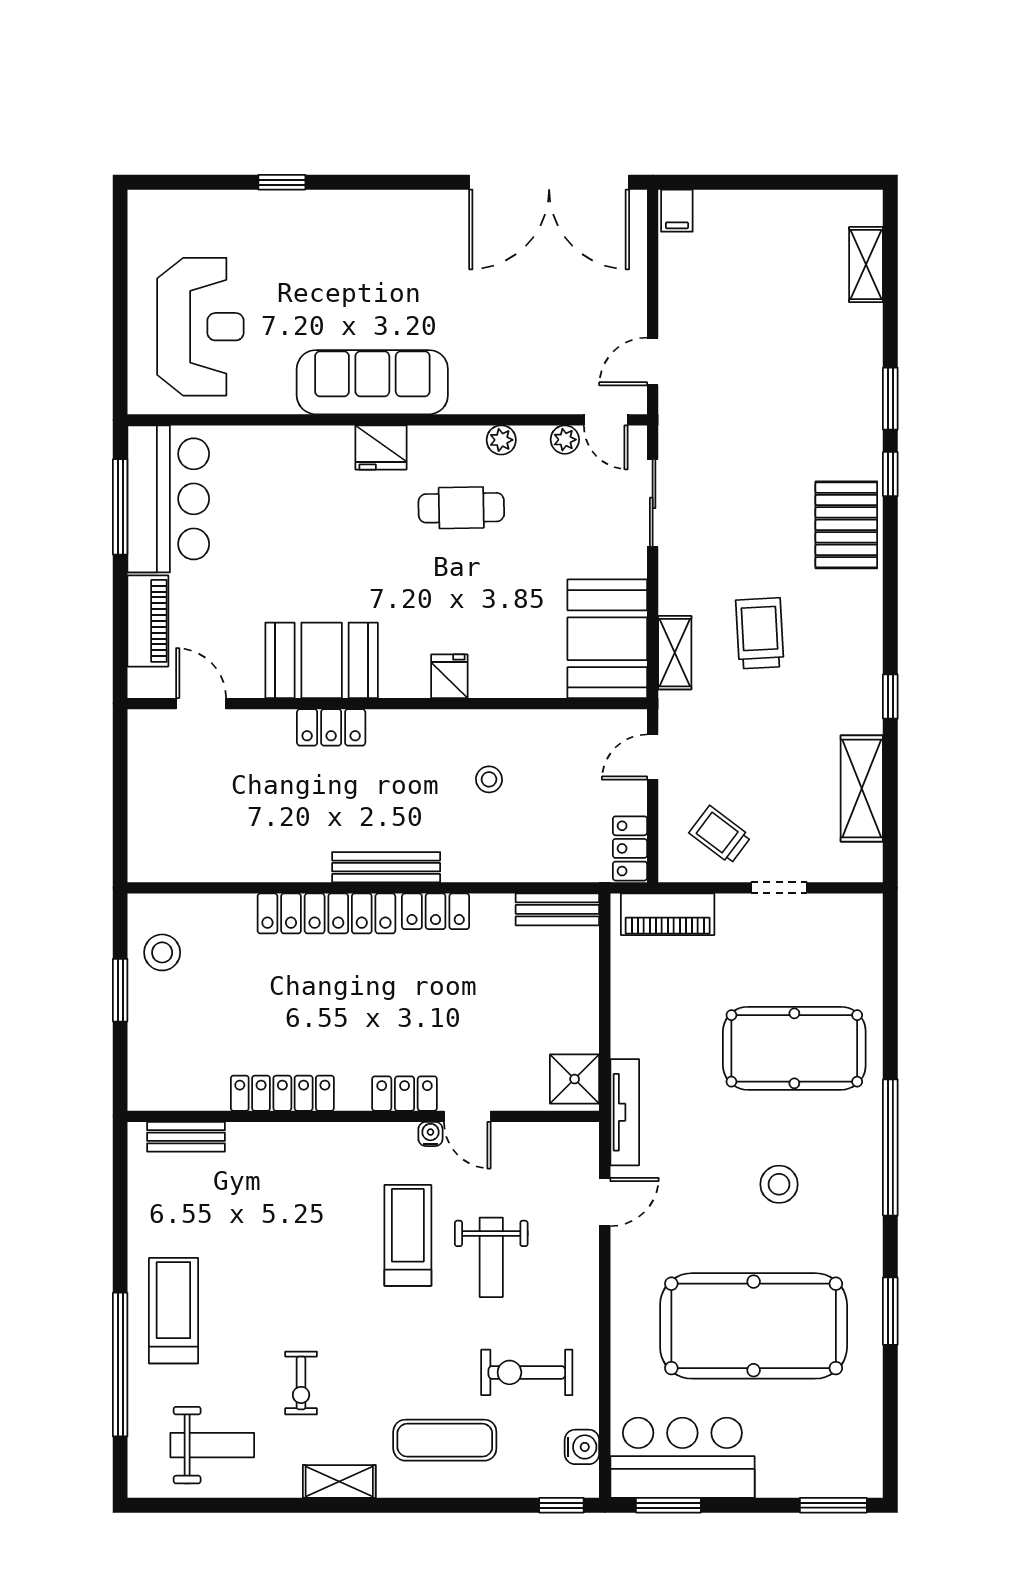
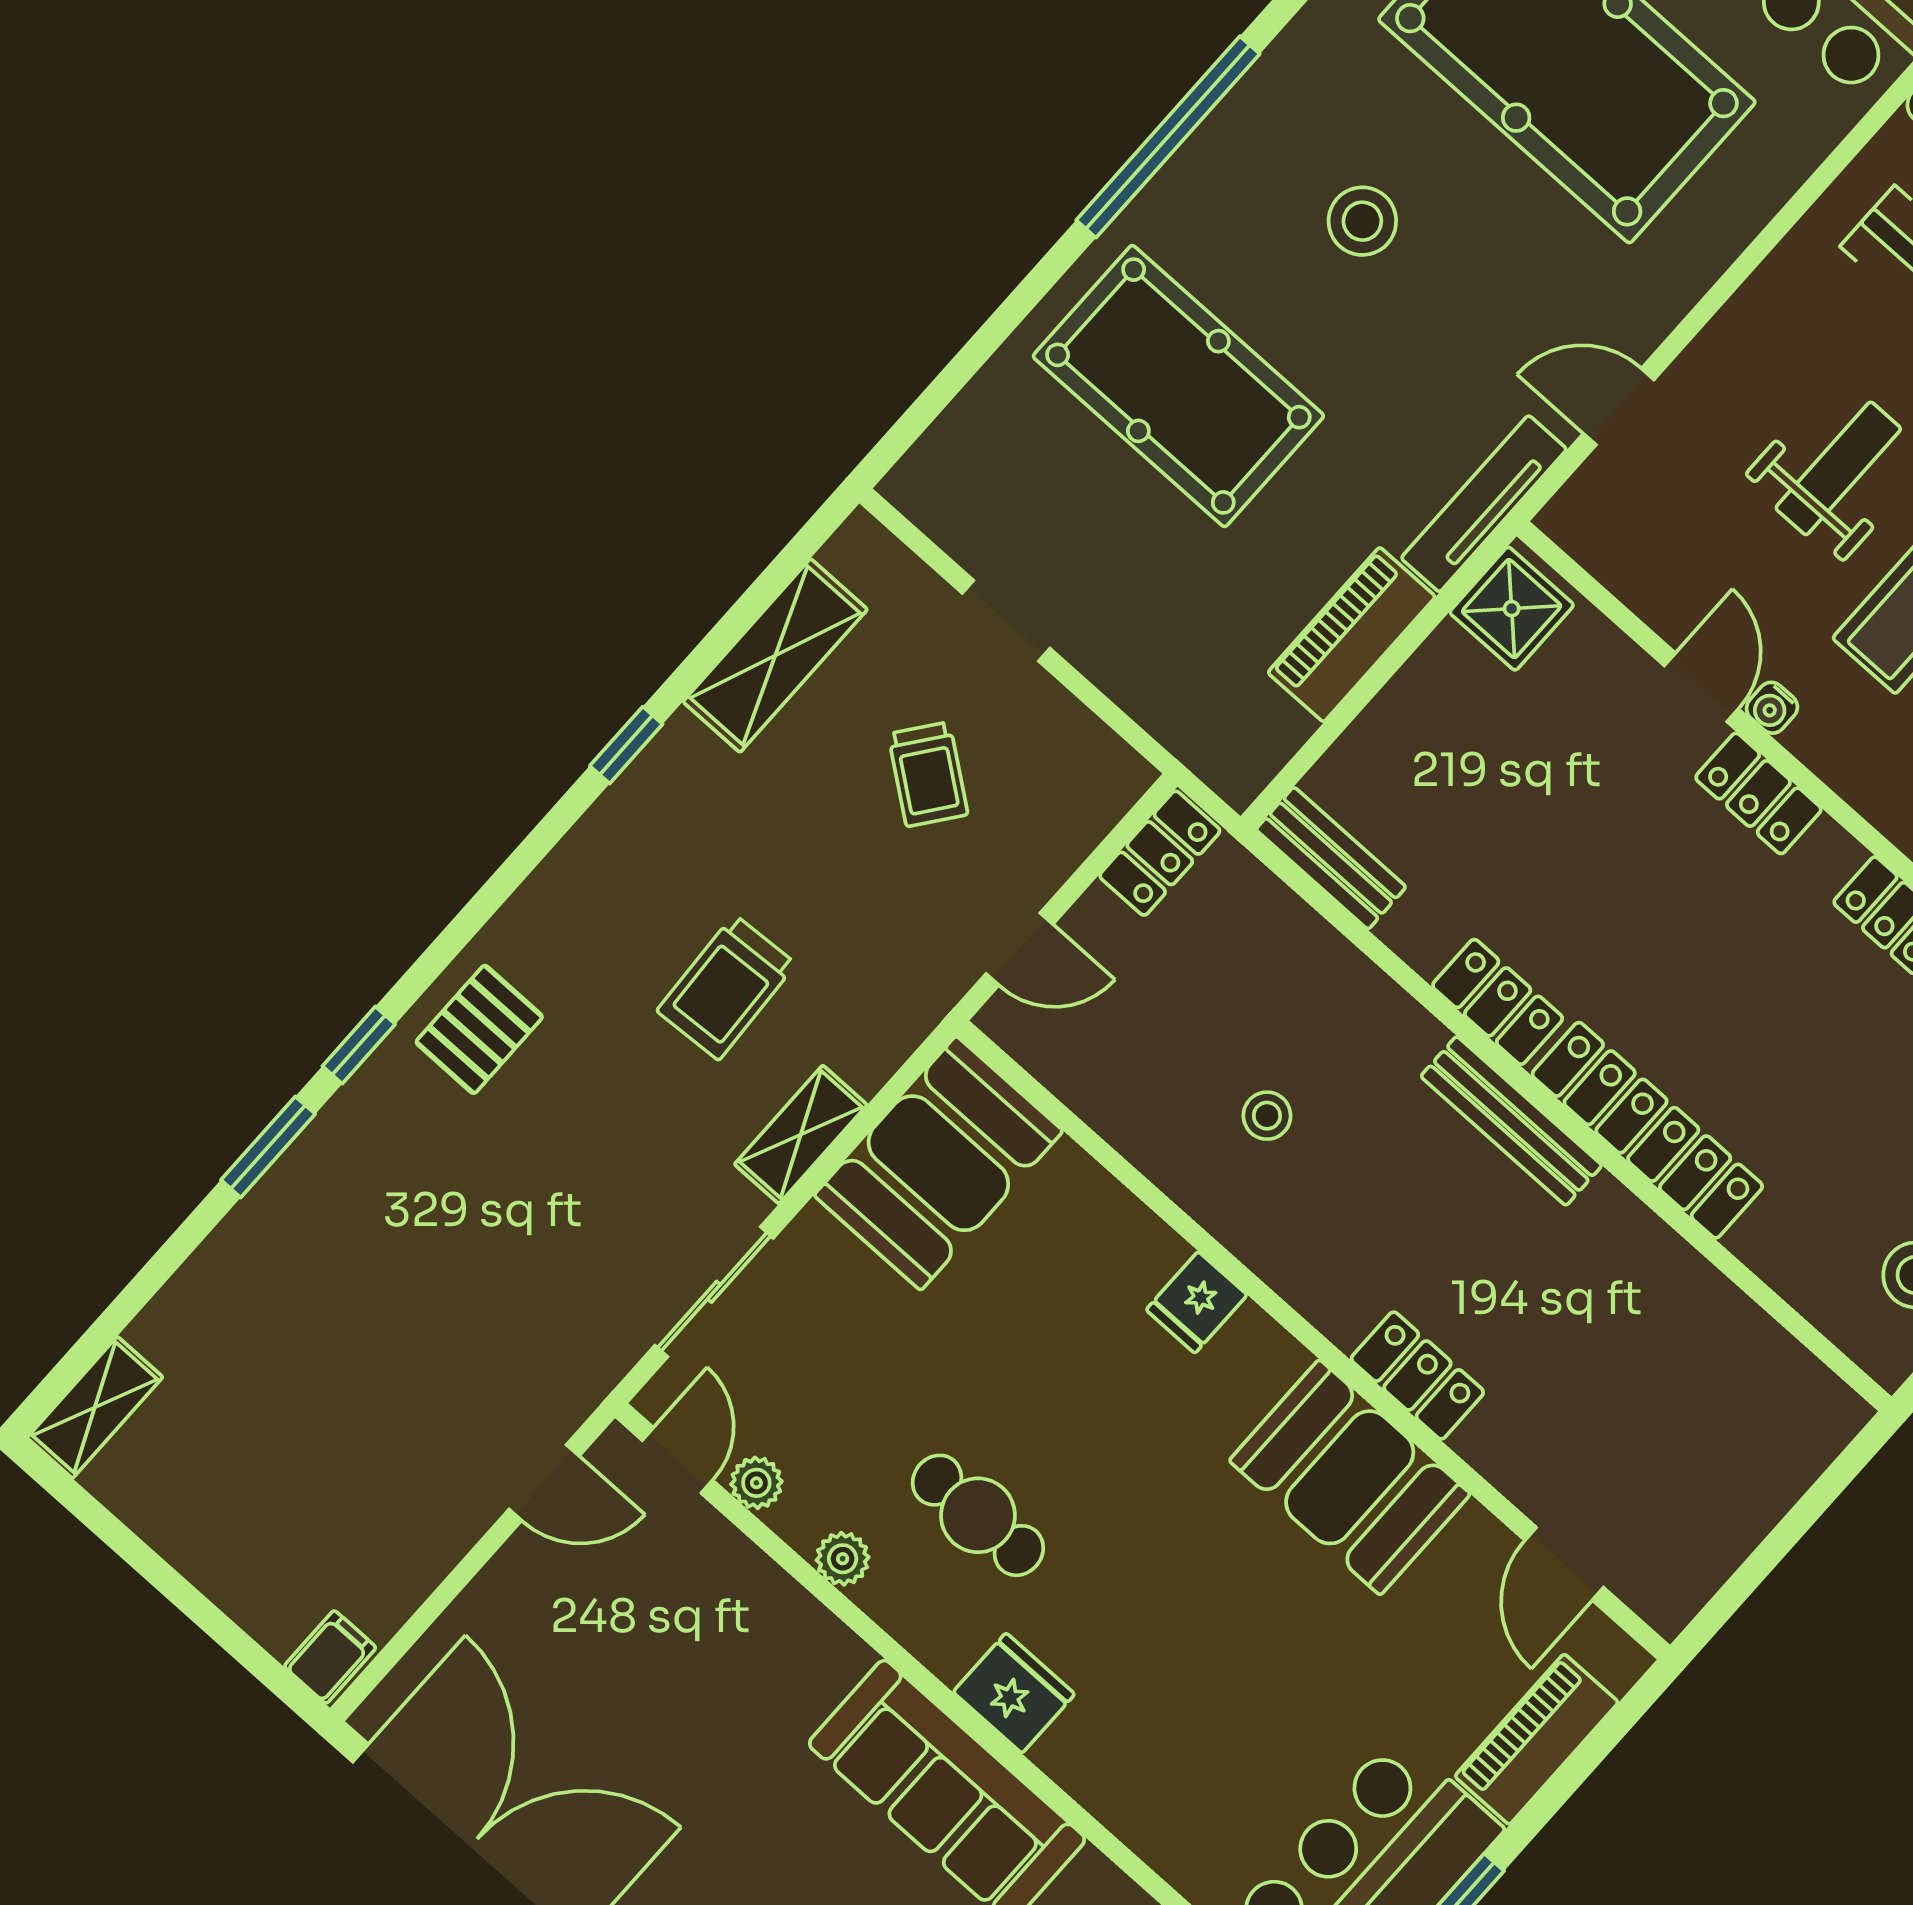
shelving: (866, 265) -> (95, 1407), moved
pallet: (846, 525) -> (479, 1029), width x0.67, depth x0.71
shelving: (675, 653) -> (801, 1135), moved
trolley: (720, 835) -> (928, 774), moved
piano: (668, 914) -> (1352, 635), moved, turned -90

